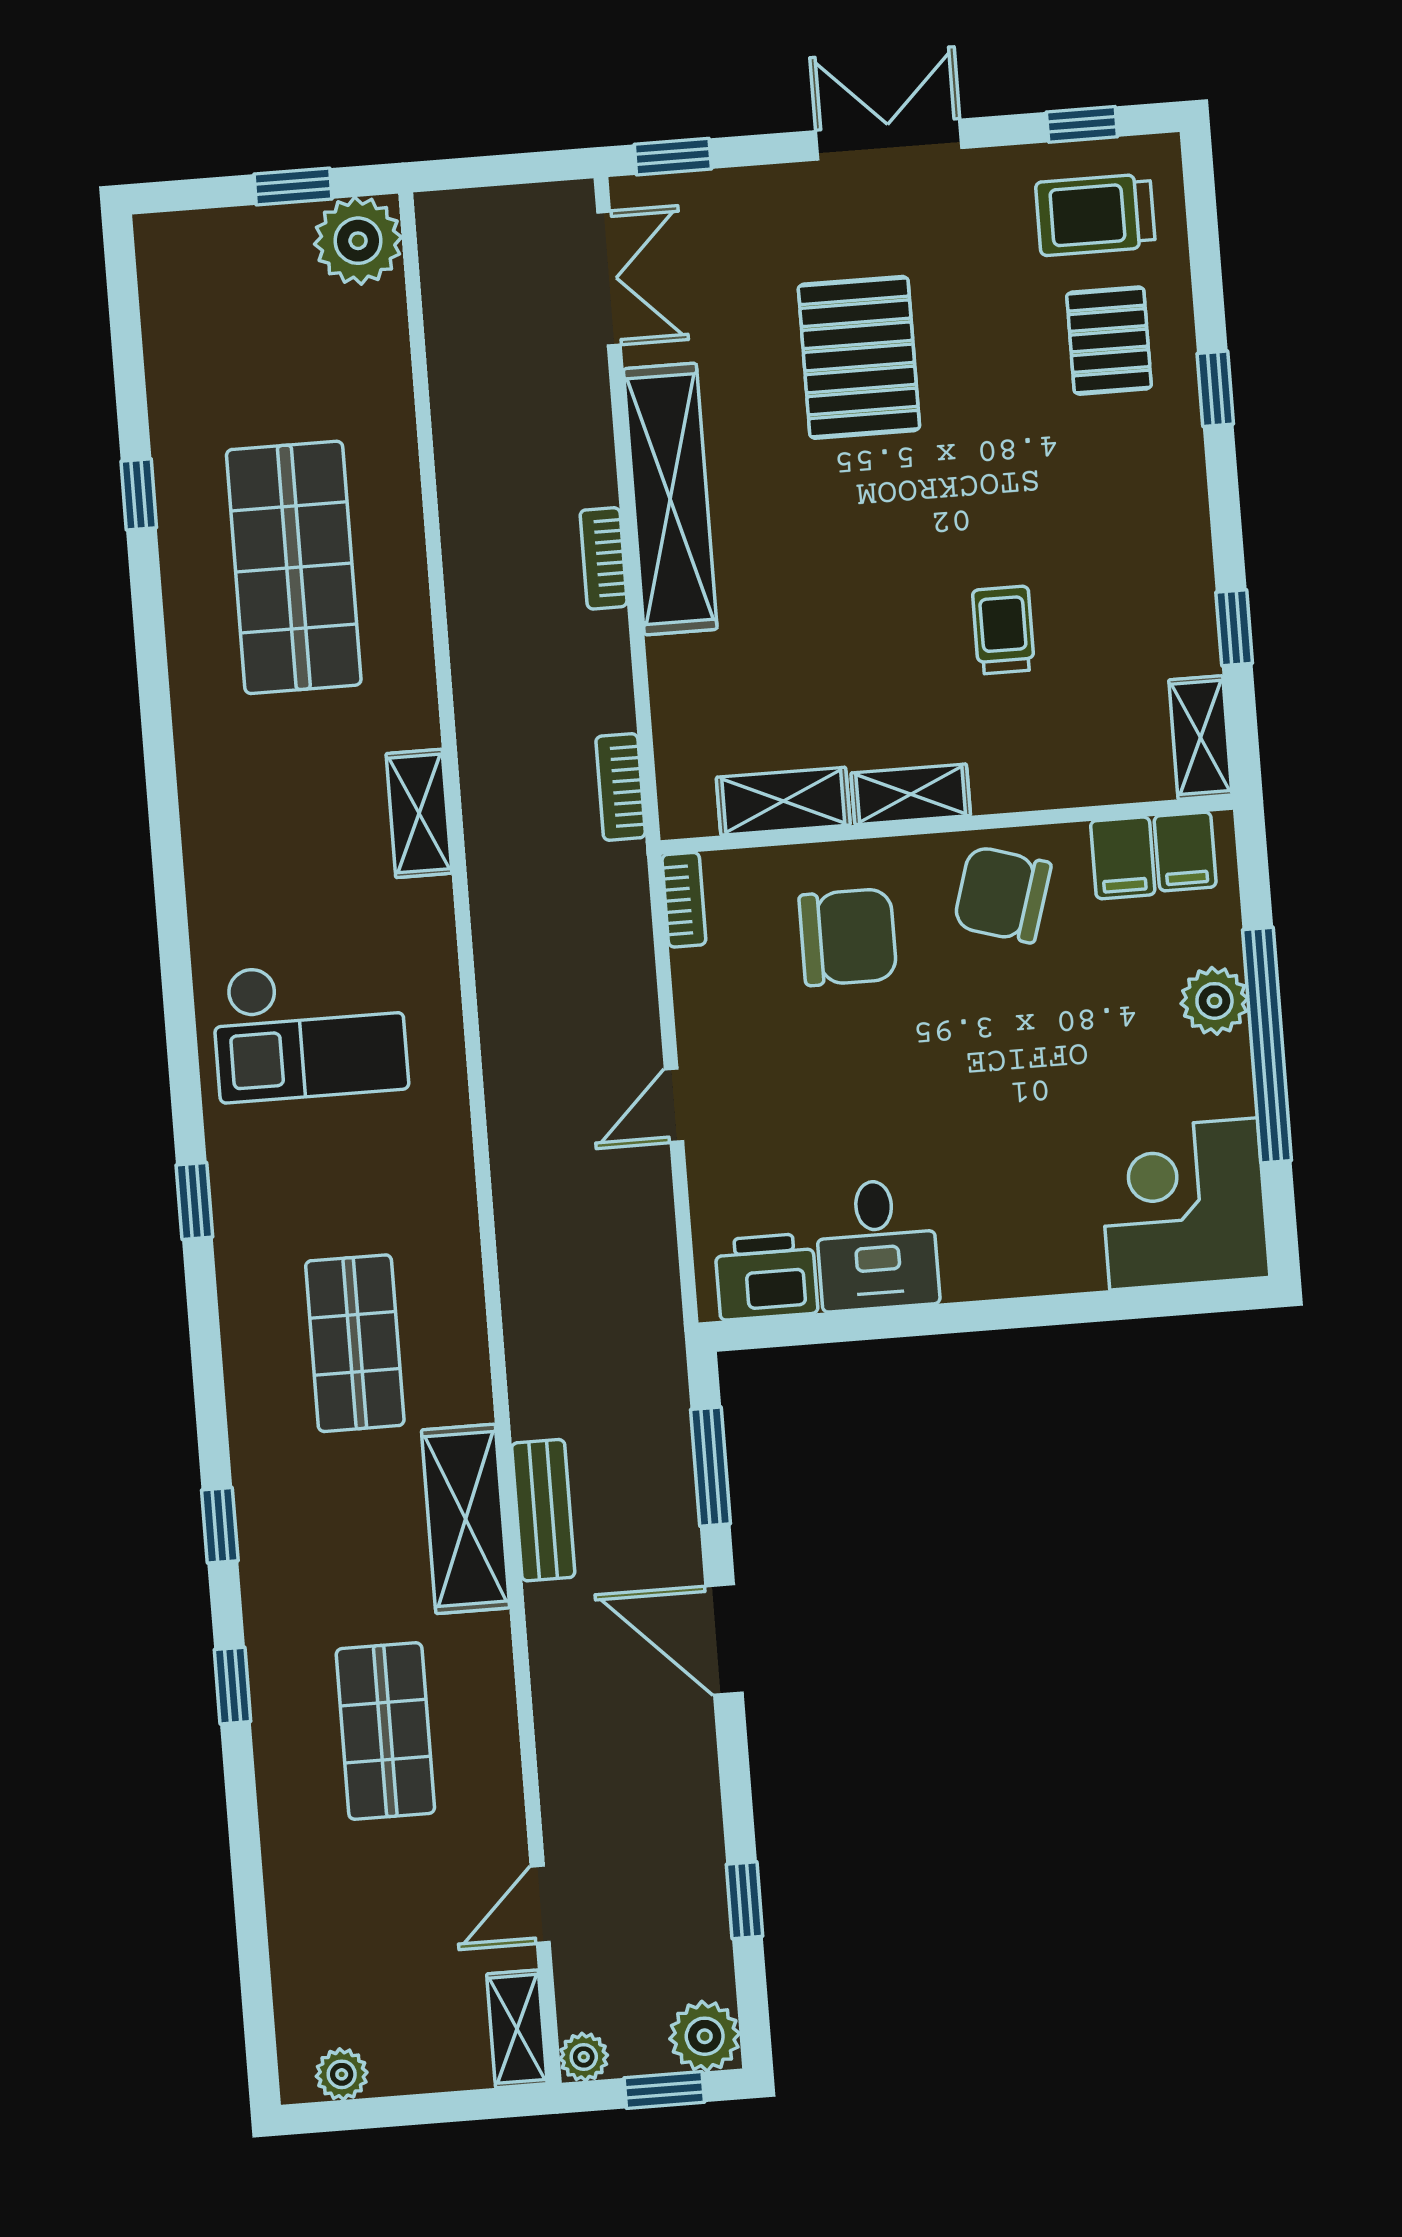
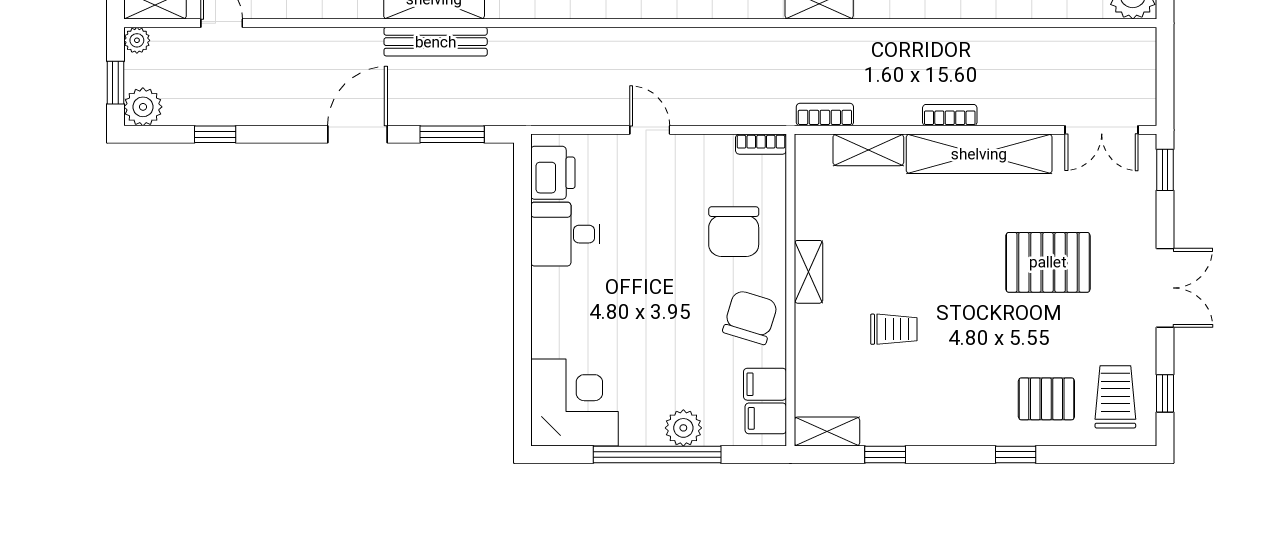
shelving: (783, 801) -> (868, 150), moved, turned 90
bench: (543, 1510) -> (436, 42), width x1.36

